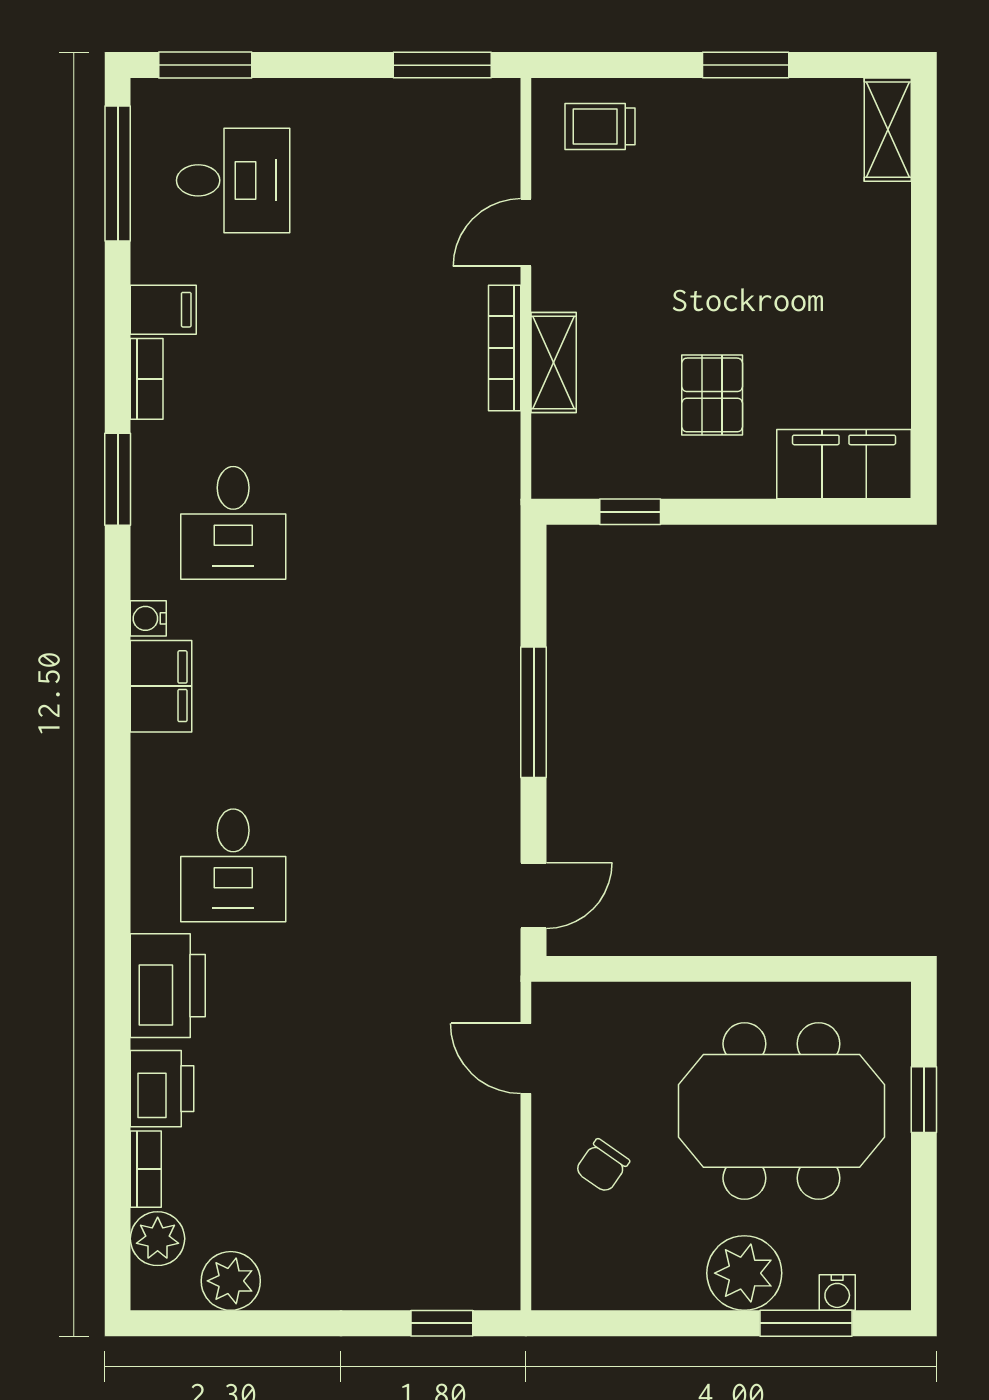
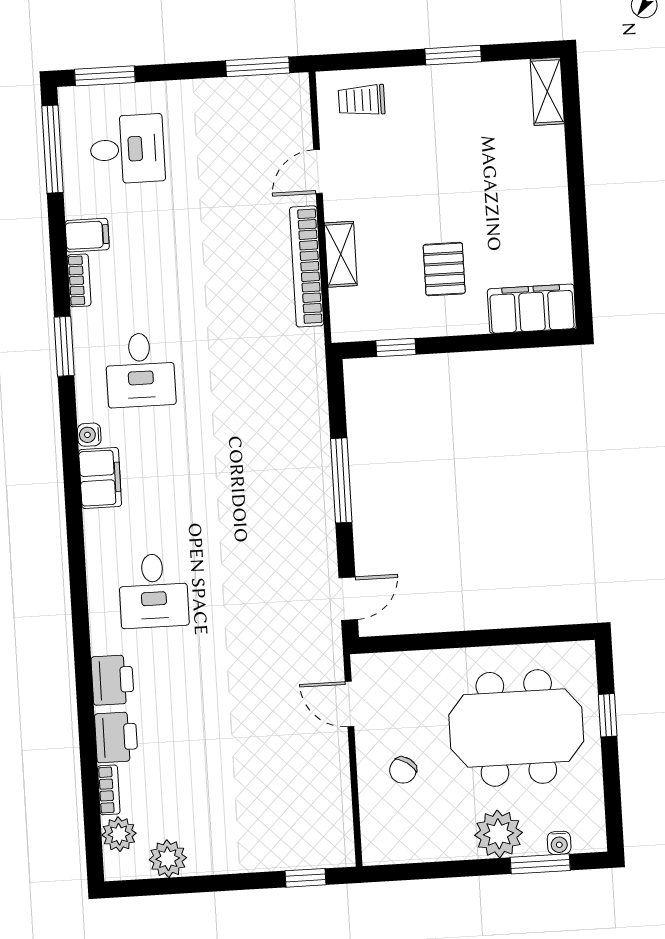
bookcase: (505, 348) -> (307, 266), width x1.48, depth x1.31
printer: (168, 986) -> (113, 680), width x0.73, depth x0.84

